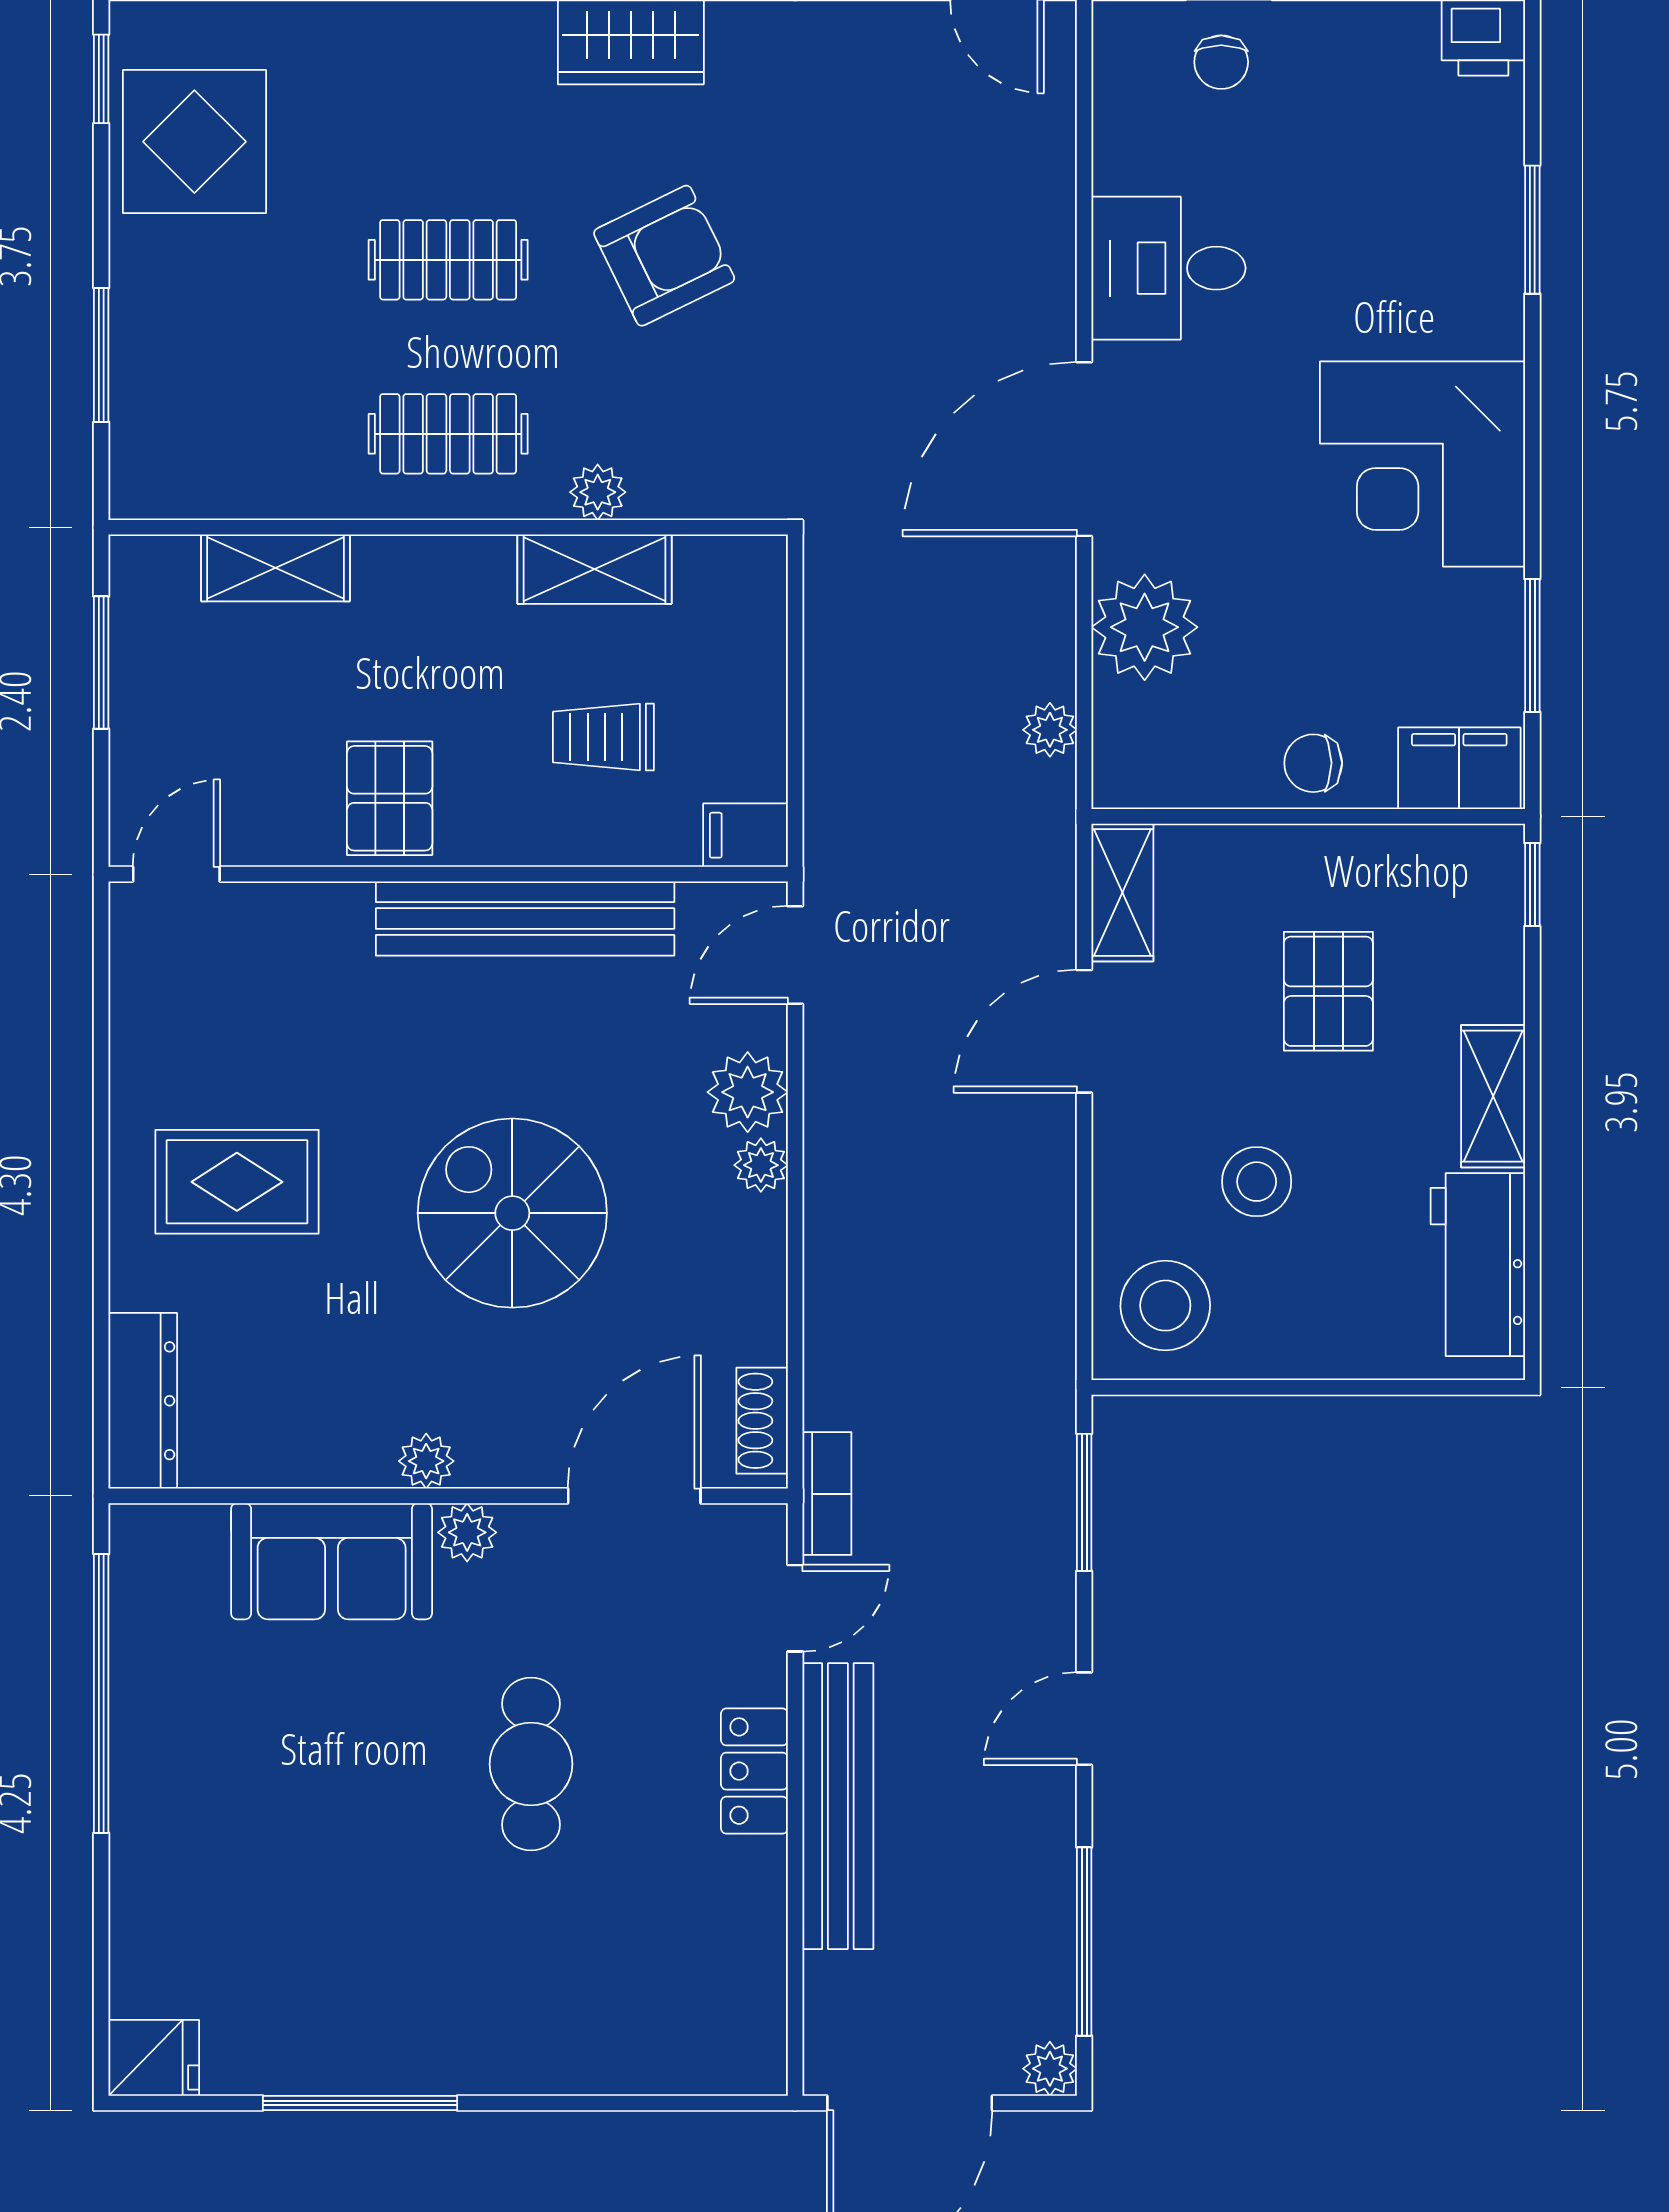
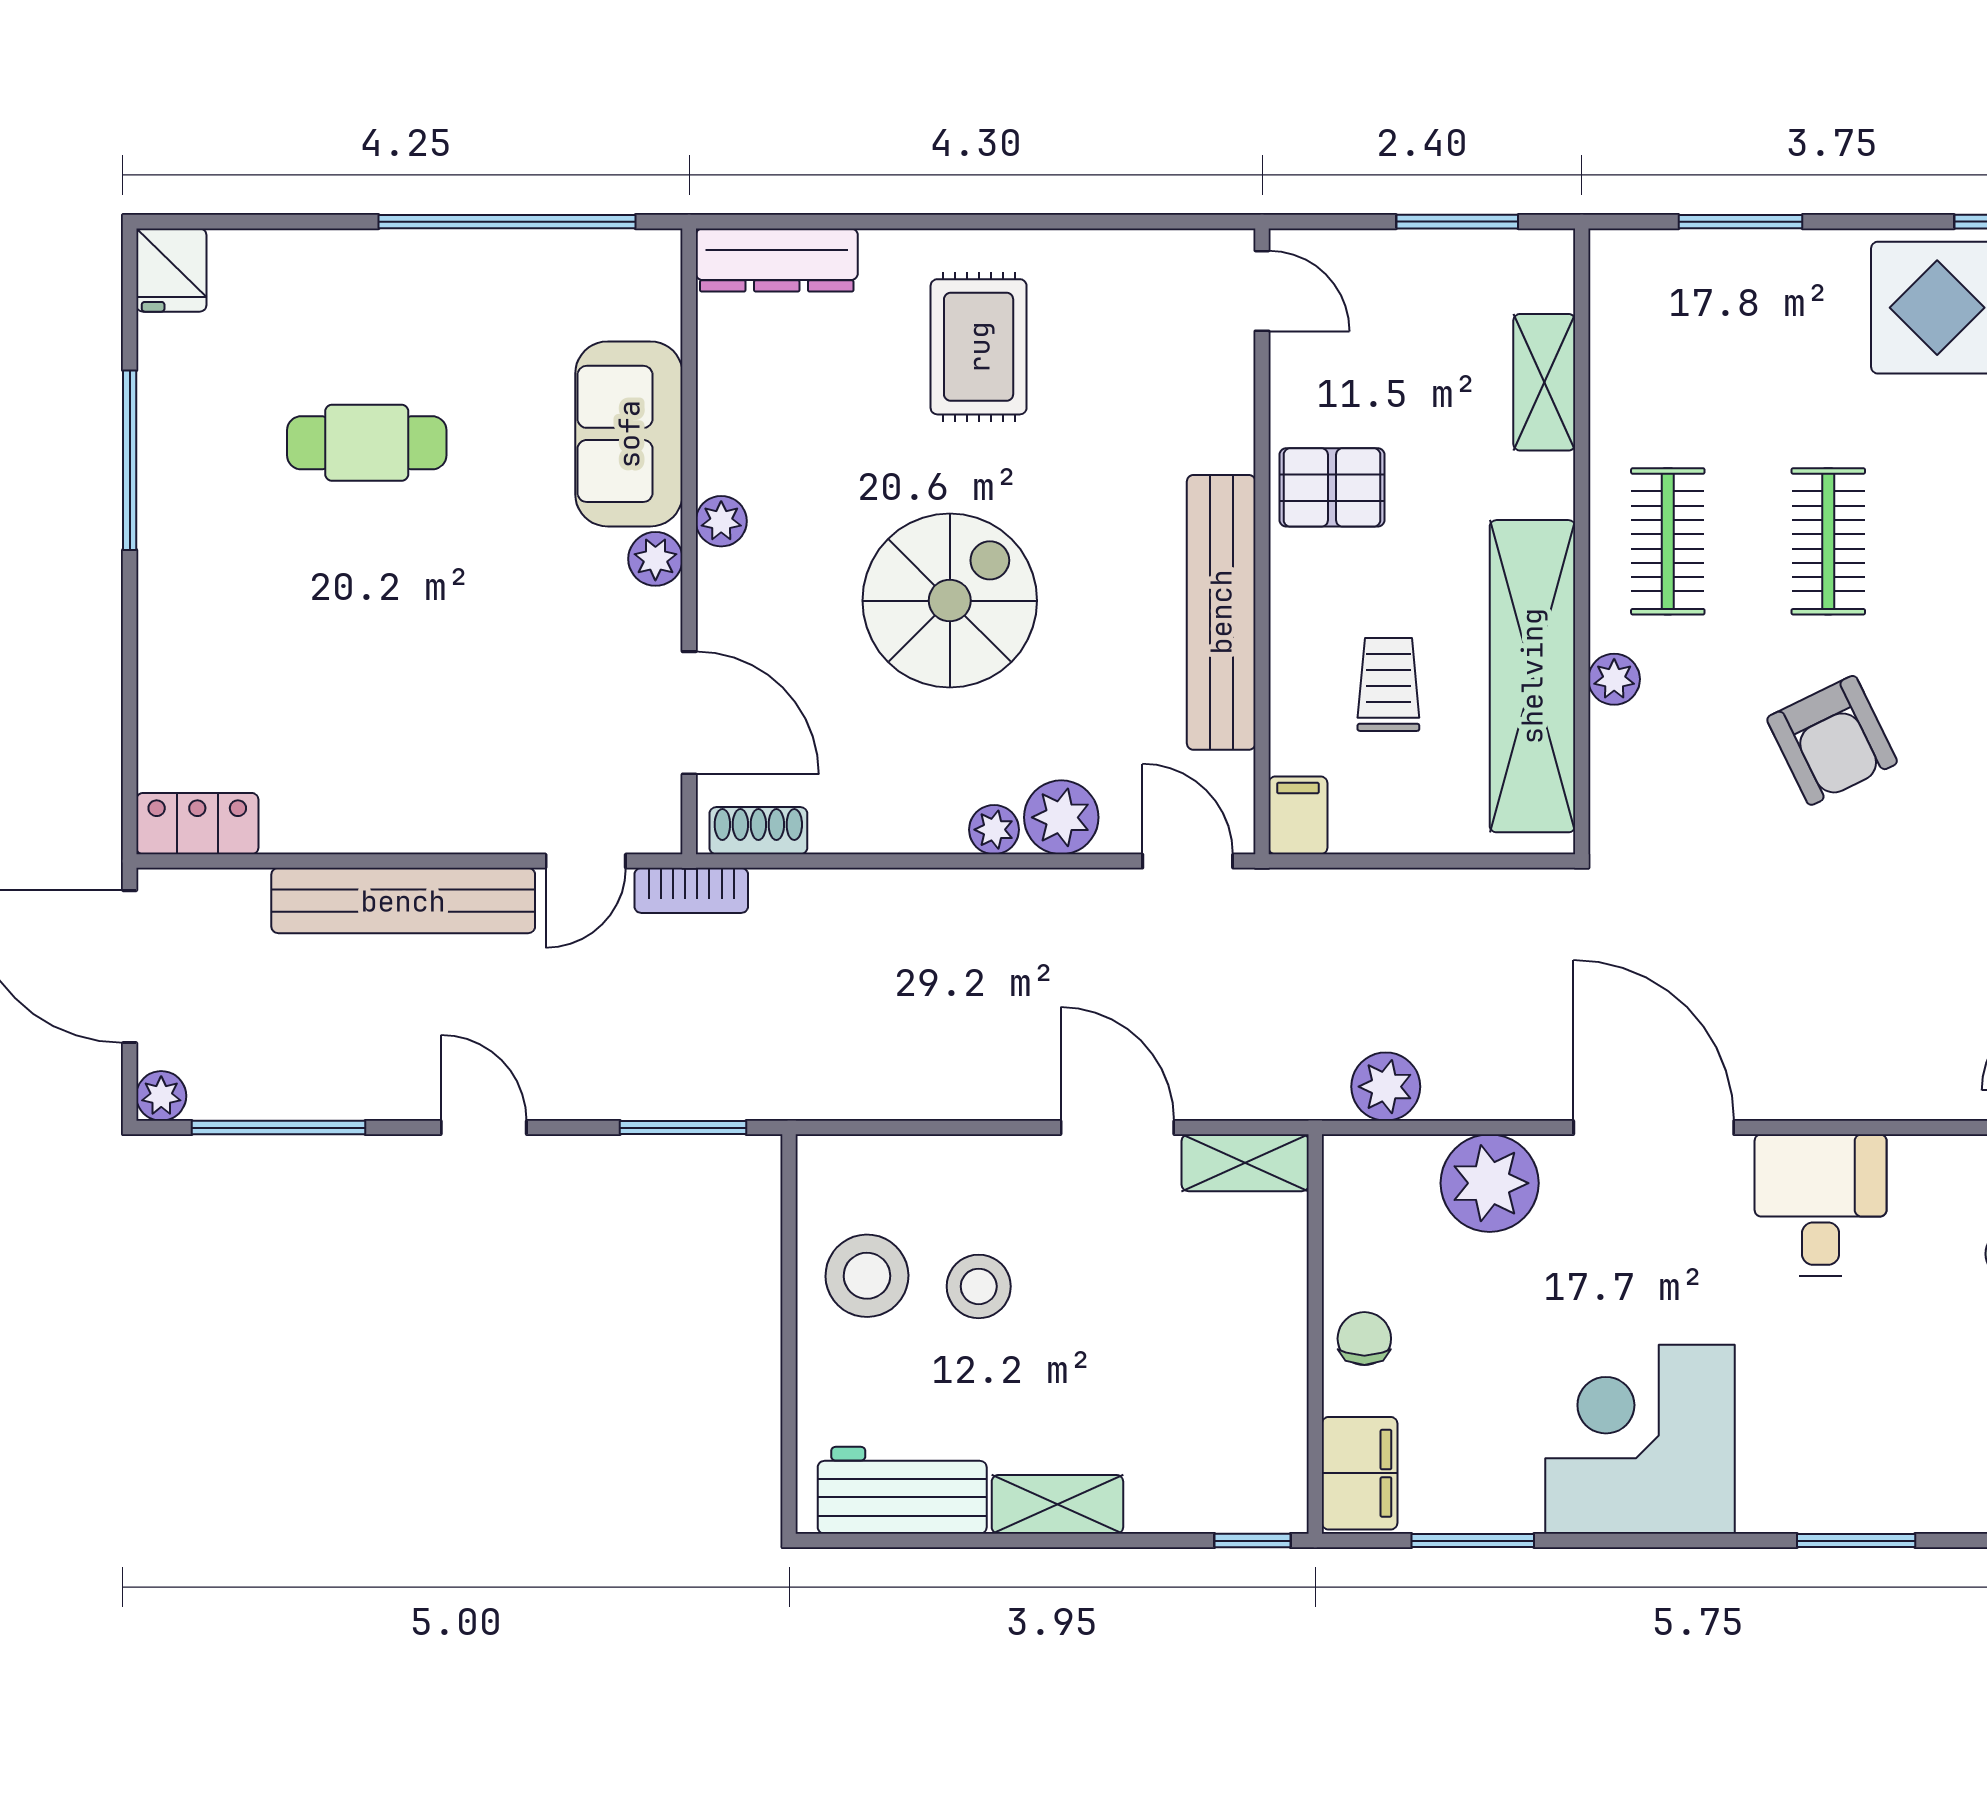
shelving: (594, 569) -> (1532, 676), width x2.20, depth x1.33
plant: (1050, 730) -> (1386, 1087), width x1.38, depth x1.38
pallet: (1328, 991) -> (1154, 1353), removed
stool: (1165, 1306) -> (867, 1276), moved
door: (795, 1608) -> (586, 861), hinge flipped
cafe table: (531, 1764) -> (367, 443), moved
locker: (754, 1771) -> (197, 824), moved

